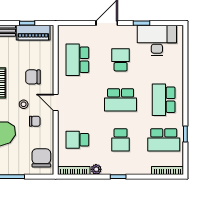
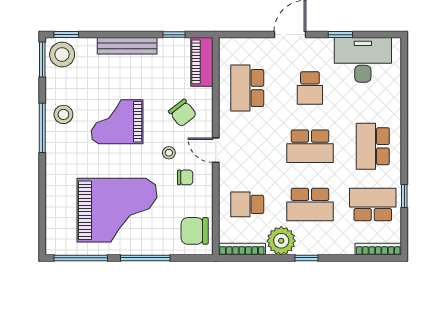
piano: (33, 33) -> (202, 62), moved, turned 90
school desk: (121, 60) -> (310, 88), turned 180
chair: (33, 77) -> (183, 113), turned -128
school desk: (121, 140) -> (310, 204), width x1.85
school desk: (164, 140) -> (373, 204), turned 180
chair: (41, 158) -> (195, 231), turned -90
plant: (96, 169) -> (281, 241), width x1.88, depth x1.88

